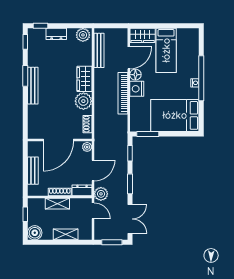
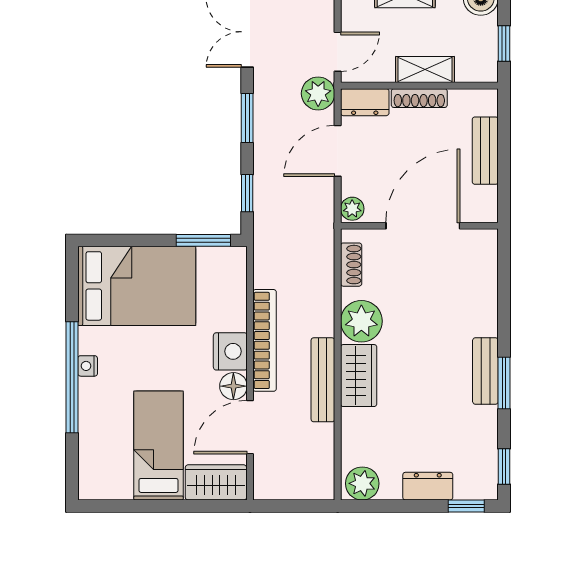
bench: (99, 50) -> (323, 380), moved
bench: (33, 86) -> (485, 371), width x0.73
door: (93, 211) -> (338, 52), swing flipped

